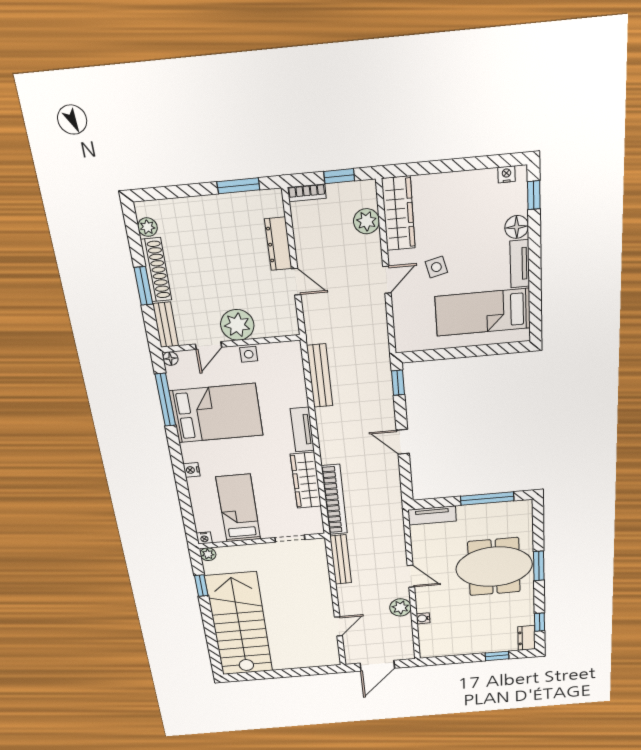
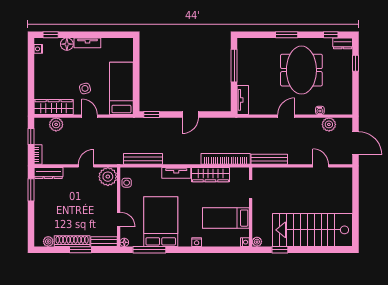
dresser: (278, 244) -> (48, 173), moved
bed: (483, 312) -> (121, 88), moved, turned 180
plant: (237, 325) -> (108, 177), moved
side table: (249, 354) -> (127, 183), moved
meeting table: (494, 567) -> (301, 70), moved
plant: (400, 607) -> (329, 124), moved

